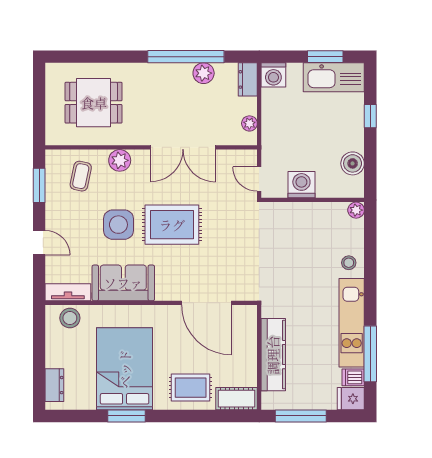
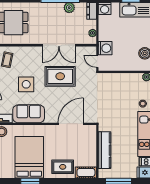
plant: (120, 160) -> (27, 52), removed
washing machine: (301, 185) -> (105, 48), moved, turned 90
rug: (172, 225) -> (60, 76), moved
door: (206, 303) -> (71, 124), swing flipped

